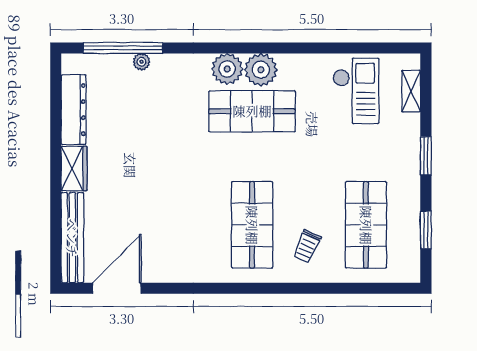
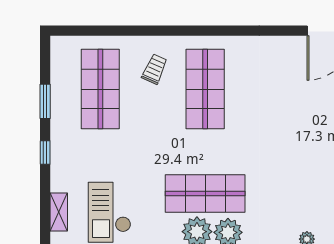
window: (426, 156) -> (45, 152), width x0.67
window: (426, 230) -> (45, 101), moved

